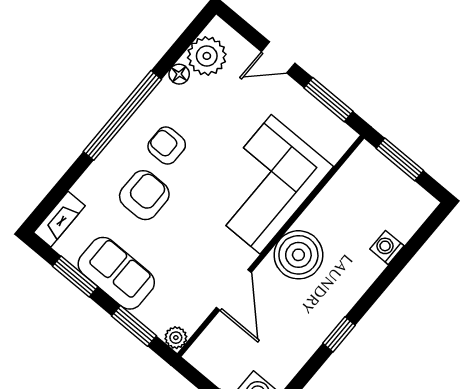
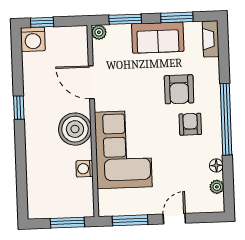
plant: (207, 56) -> (217, 187), width x0.53, depth x0.53
armchair: (167, 146) -> (190, 124), turned -90
washing machine: (387, 247) -> (84, 169), moved, turned 180

